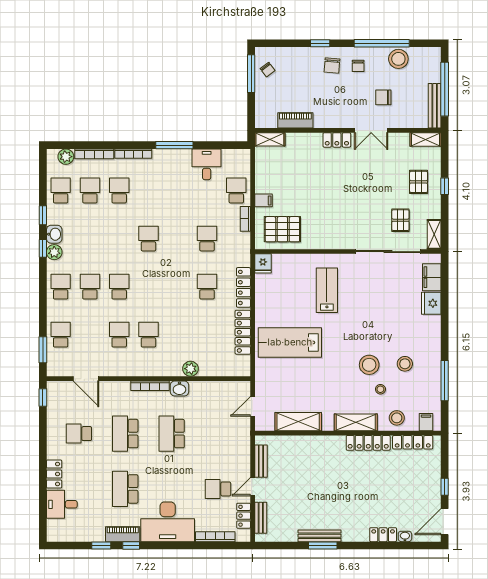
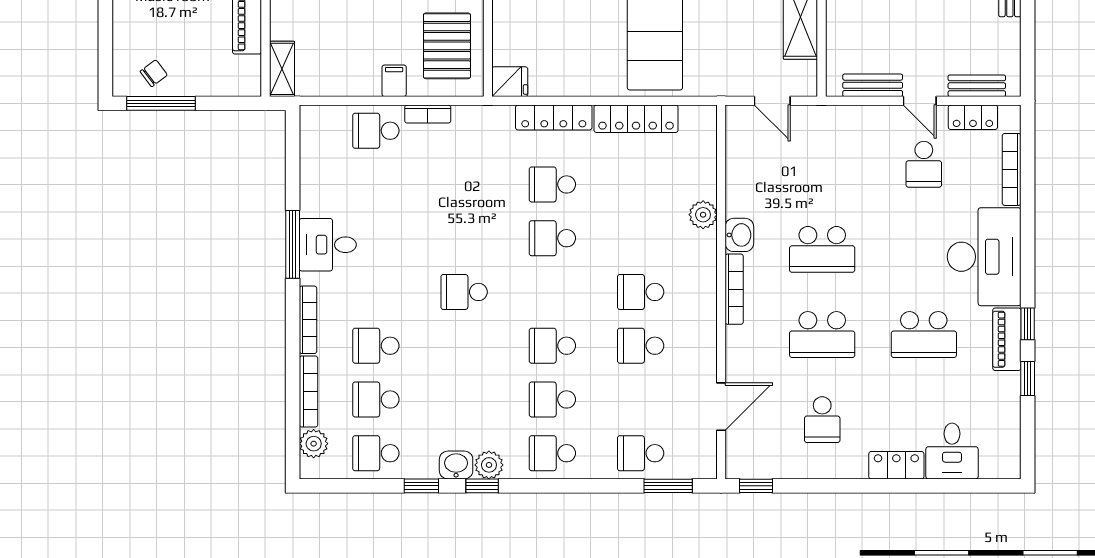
desk: (207, 164) -> (328, 245), moved
school desk: (207, 239) -> (552, 238), moved

